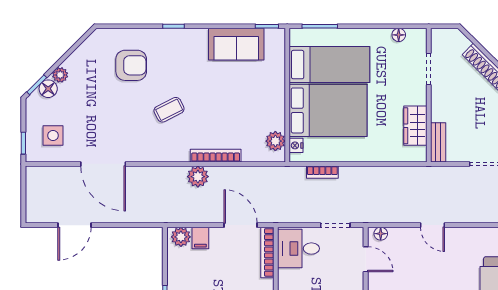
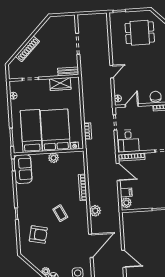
sofa: (236, 44) -> (23, 169), moved
armchair: (131, 65) -> (38, 235), turned 102
plant: (275, 141) -> (53, 158), moved
plant: (198, 177) -> (95, 211), moved
door: (241, 225) -> (118, 172), swing flipped

